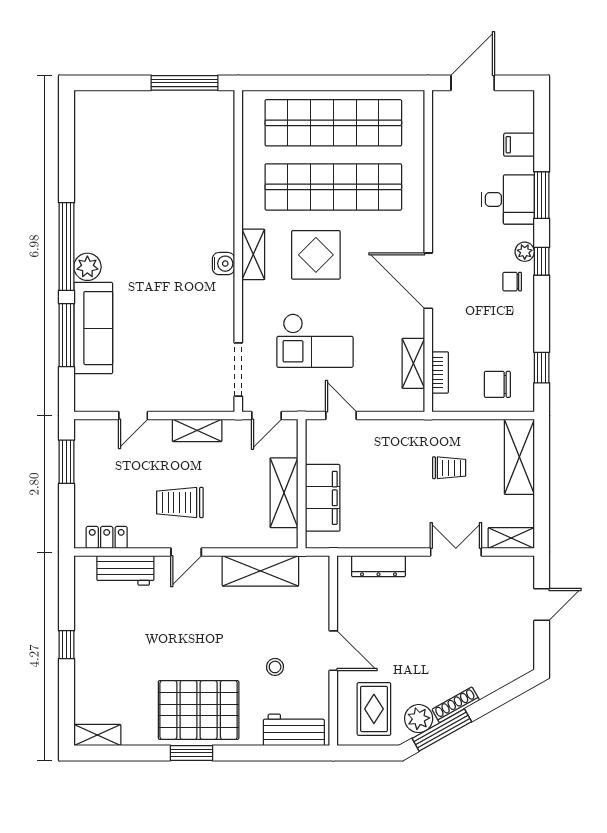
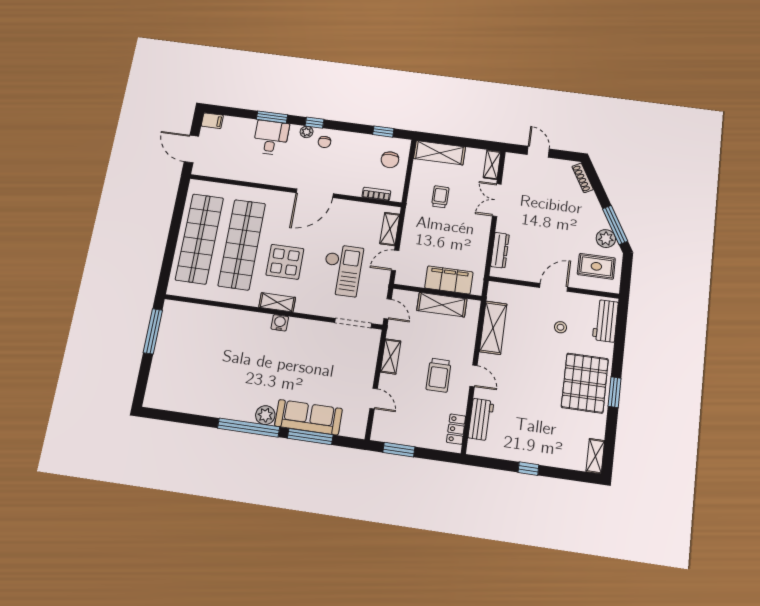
filing cabinet: (519, 145) -> (212, 121), moved, turned -90
shelving: (413, 363) -> (390, 229), moved, turned 90
shoe rack: (456, 705) -> (583, 178), moved

